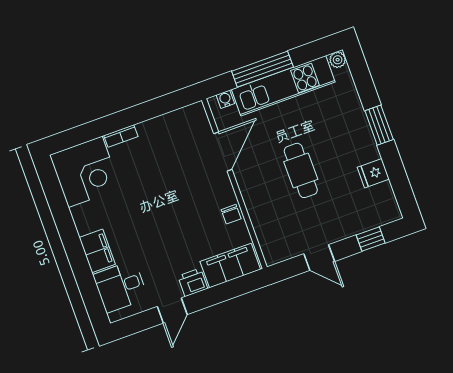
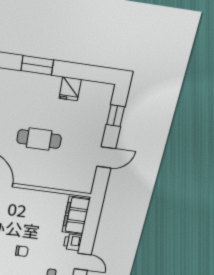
chair: (231, 214) -> (22, 251), moved

